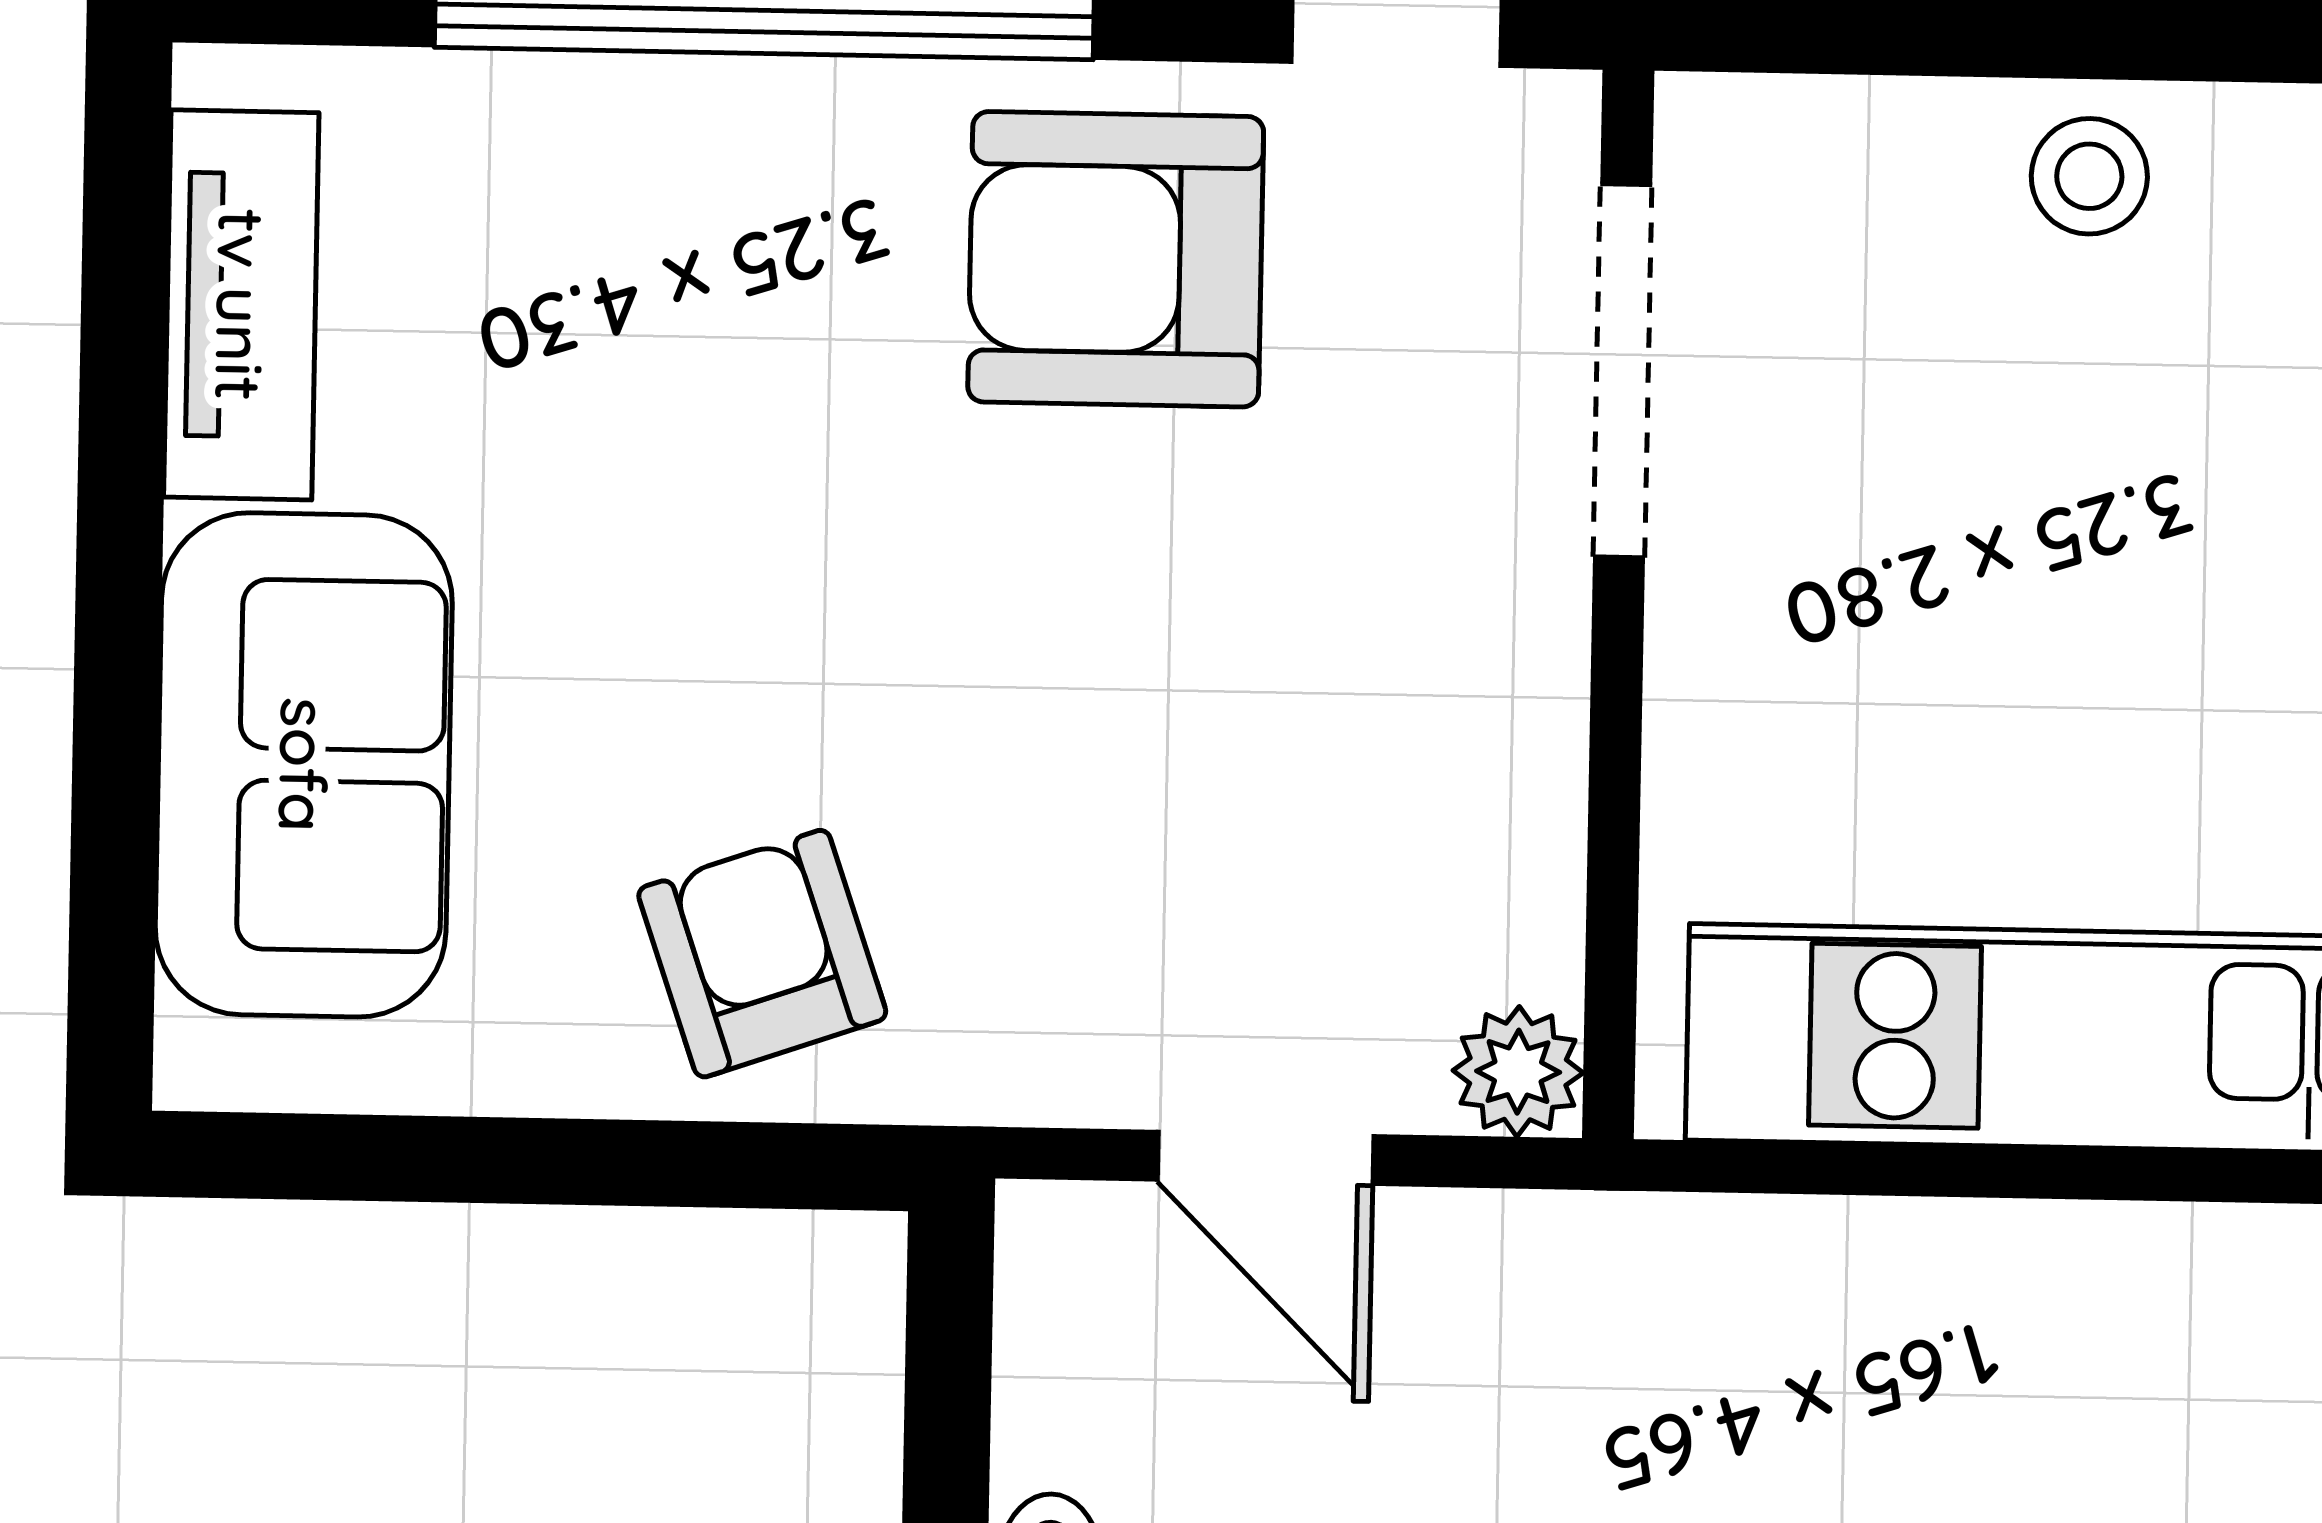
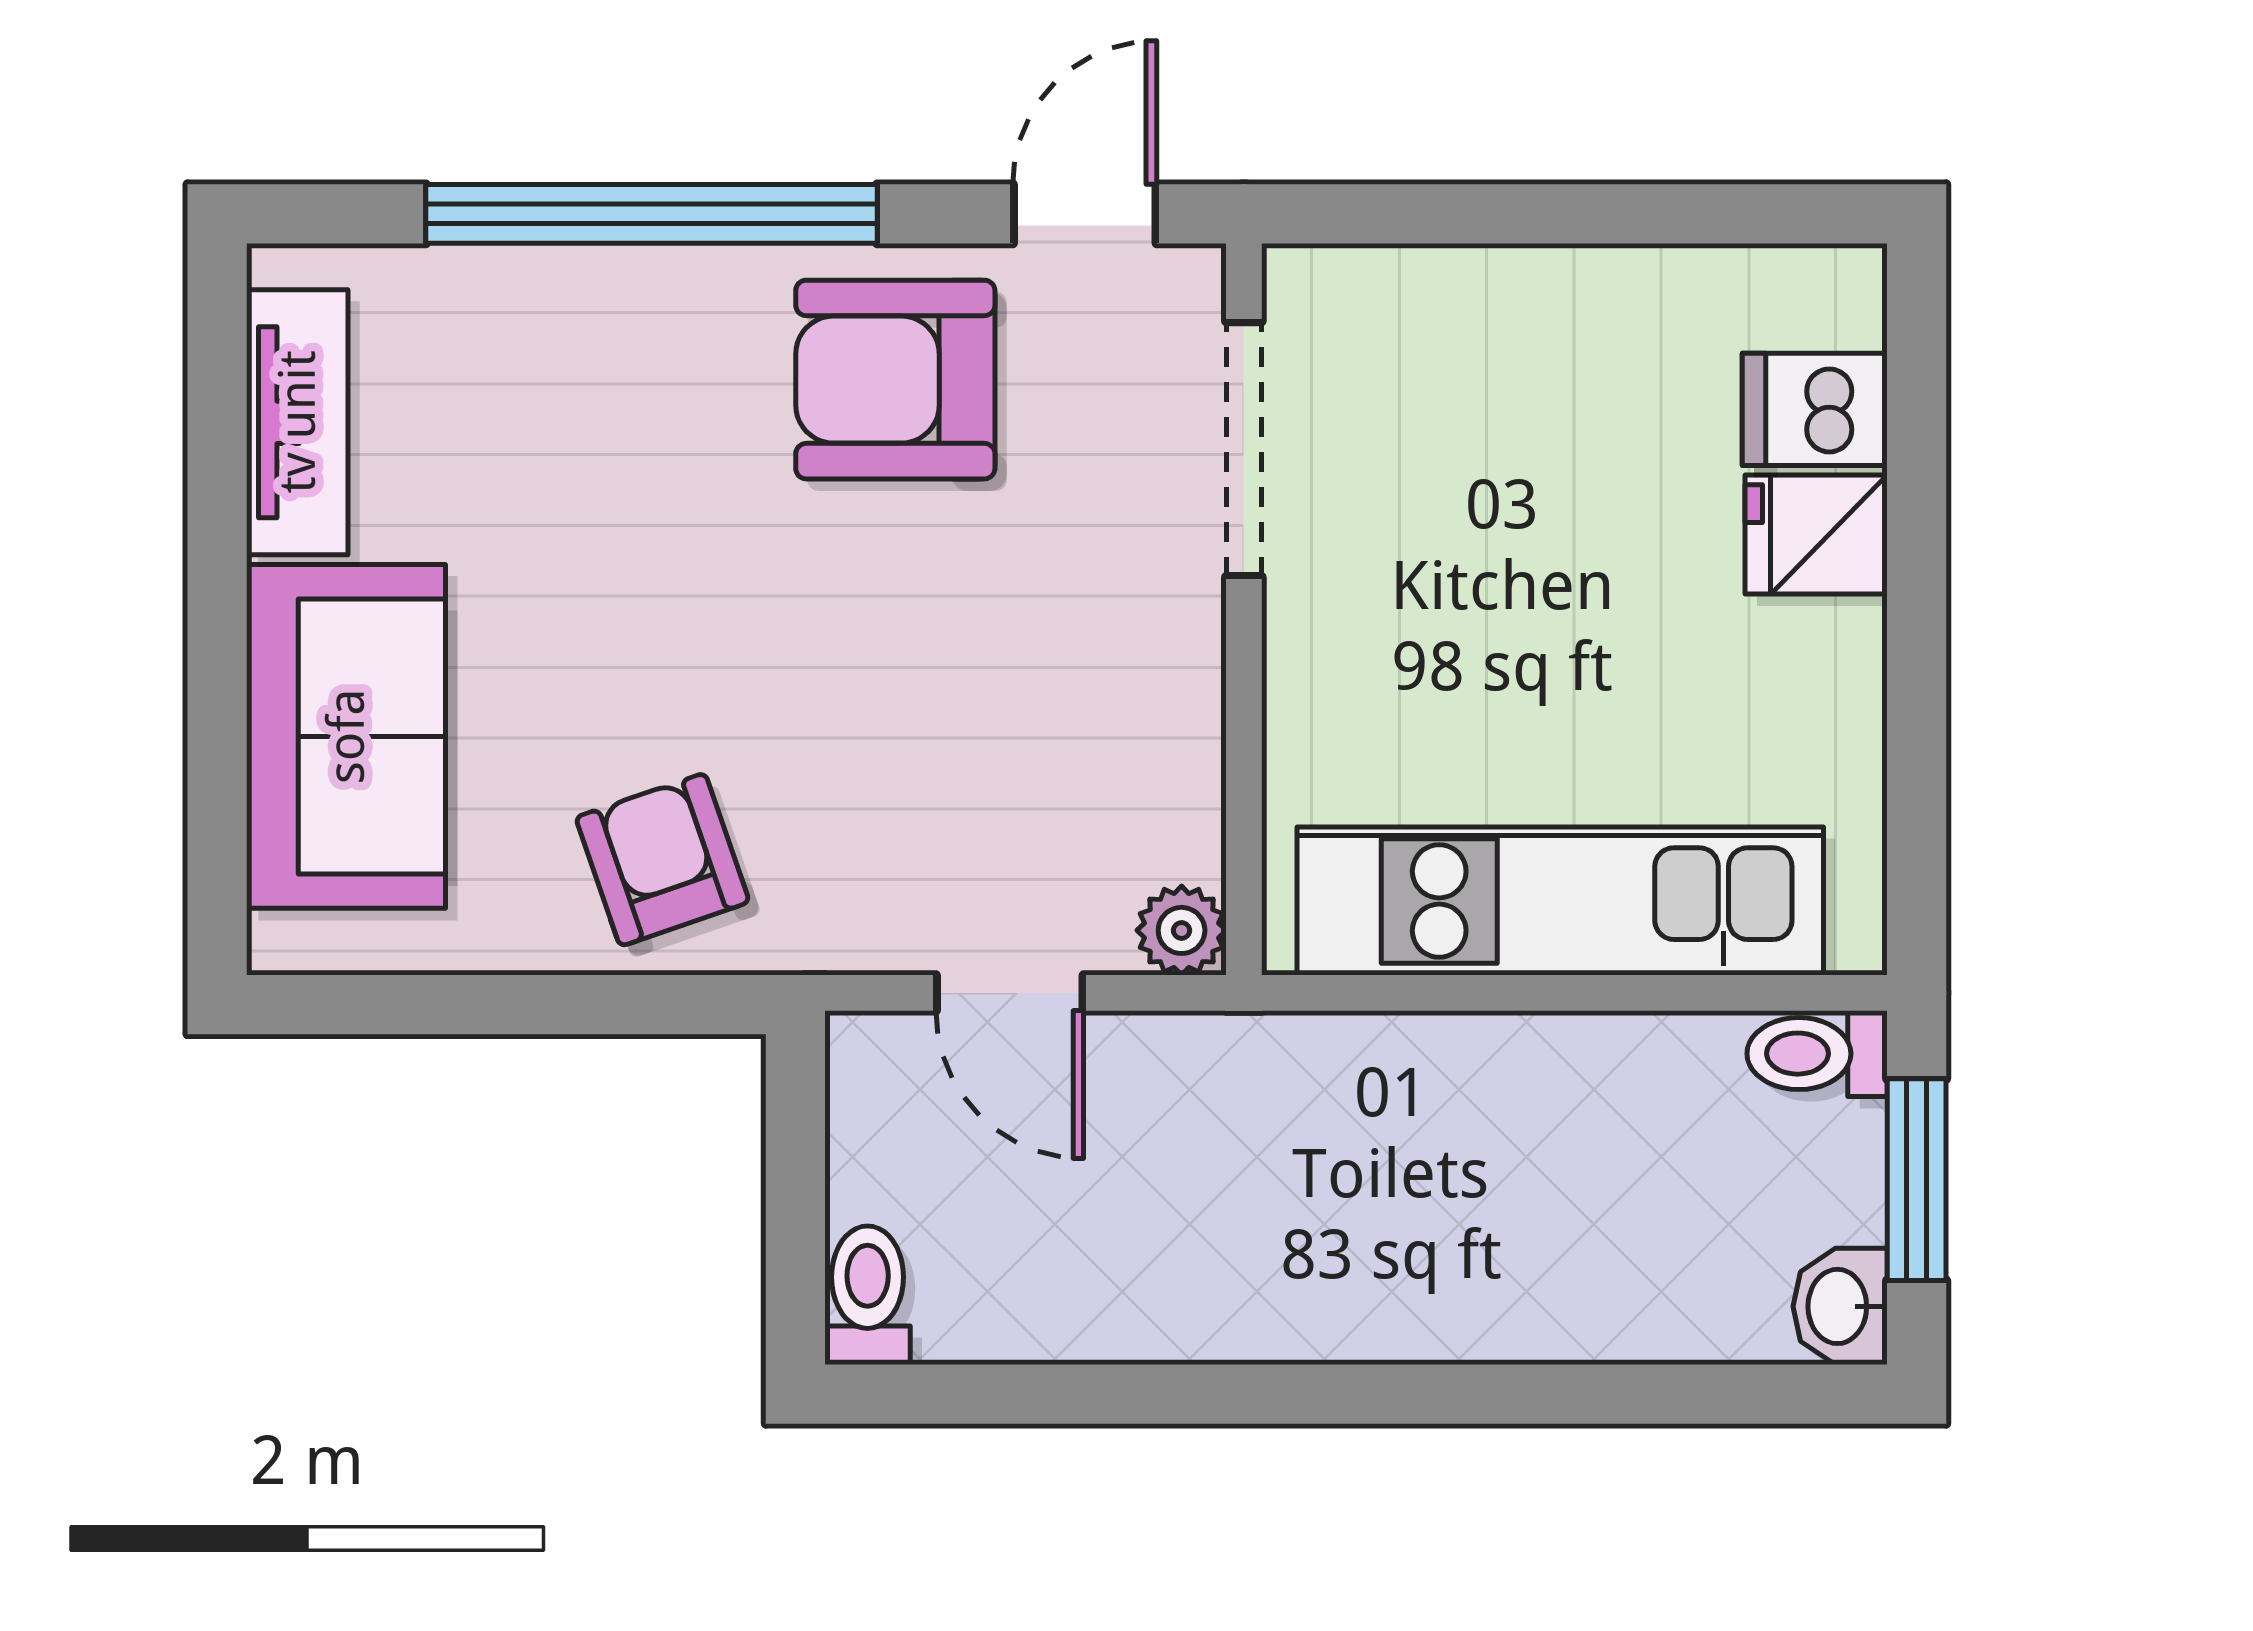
stool: (2089, 176) -> (1561, 310), removed

